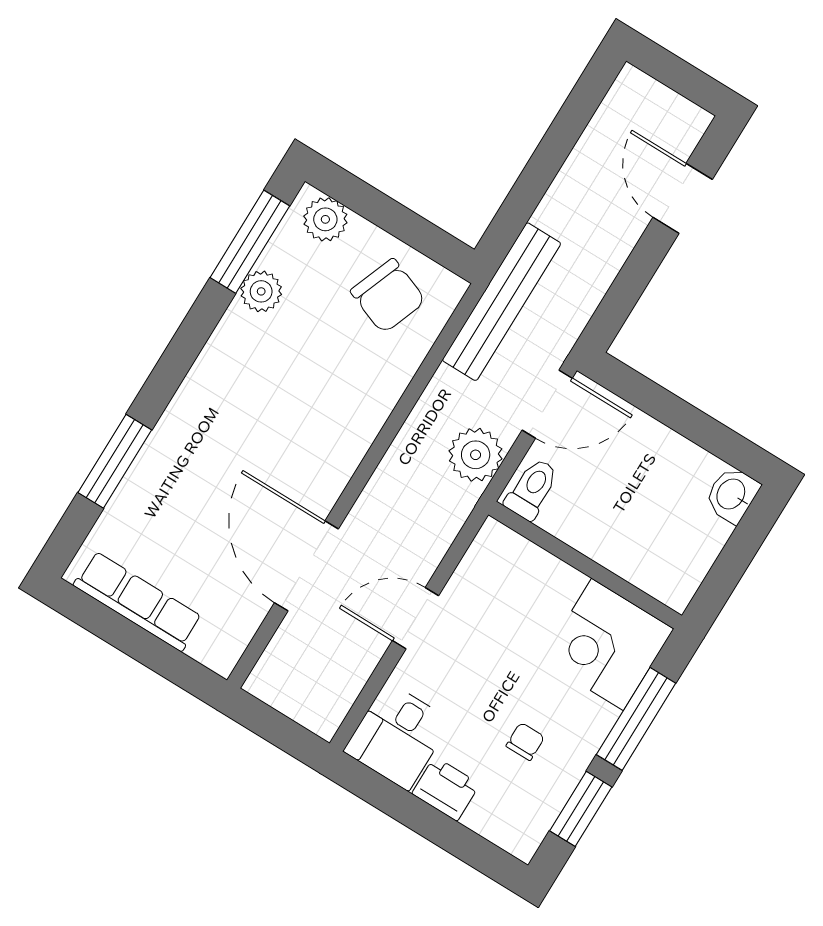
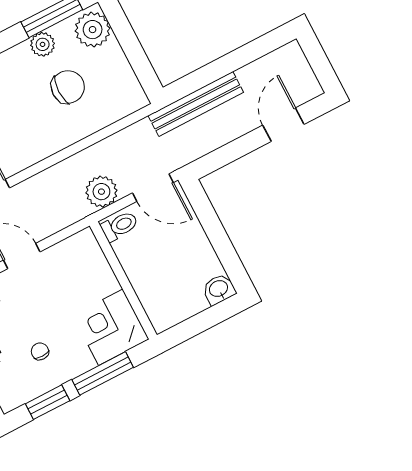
plant: (325, 219) -> (93, 30), width x1.36, depth x1.36
chair: (388, 296) -> (68, 87), moved, turned -111
bench: (502, 302) -> (196, 104), moved
chair: (525, 741) -> (40, 351), turned -90

